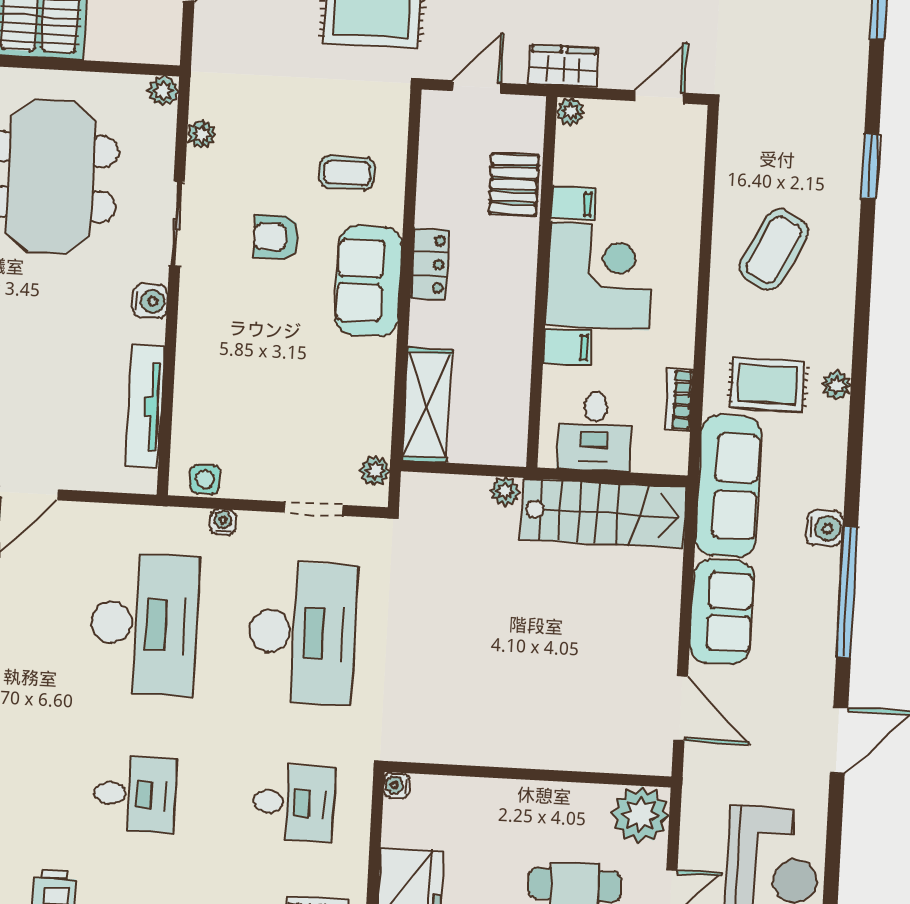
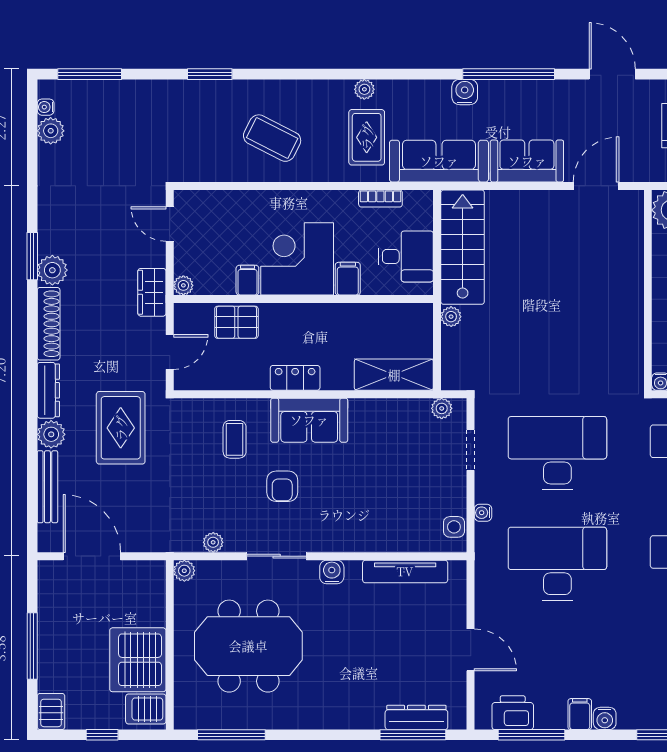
door: (477, 87) -> (170, 352), swing flipped

